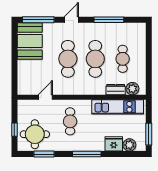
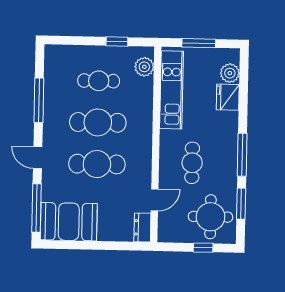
window: (149, 70) -> (117, 41), added
dresser: (116, 90) -> (142, 227), moved
door: (45, 97) -> (155, 200), swing flipped
cafe table: (70, 121) -> (192, 163), turned 90
window: (149, 134) -> (199, 43), moved
window: (87, 154) -> (242, 155), moved

